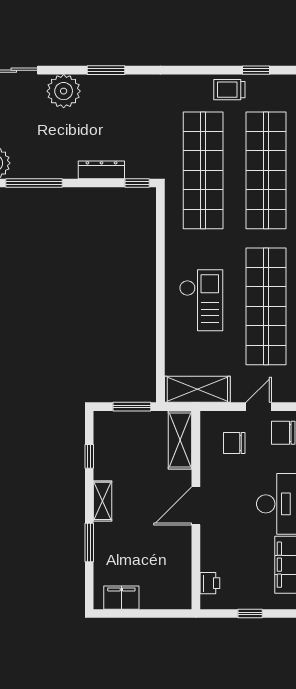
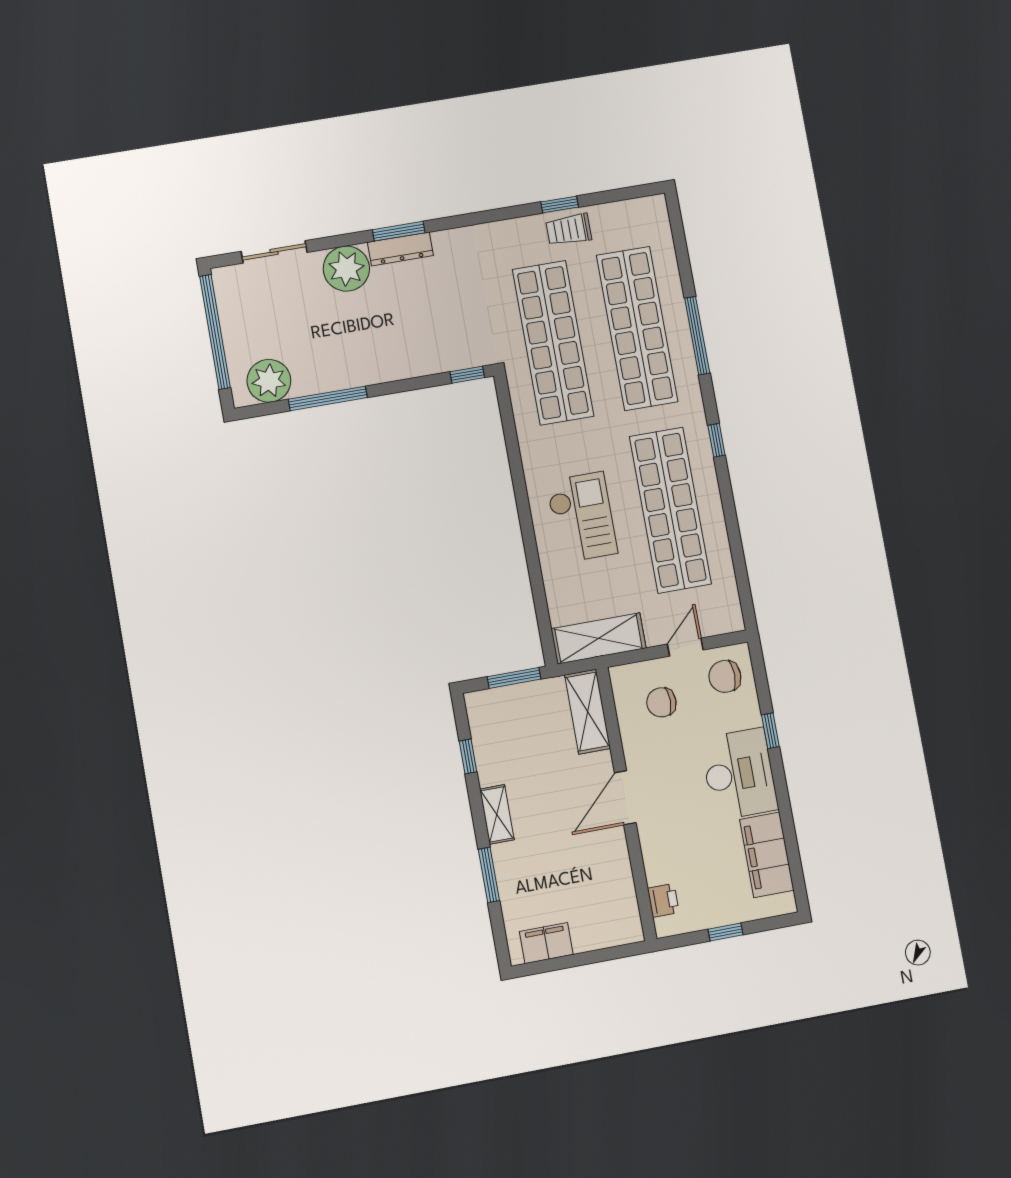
window: (256, 70) -> (560, 205), moved
dresser: (101, 170) -> (400, 249), moved, turned 180

